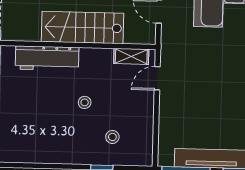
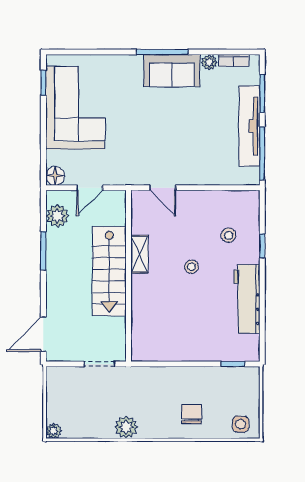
shelving: (131, 56) -> (139, 254), moved
workbench: (47, 58) -> (247, 299), moved, turned 180

